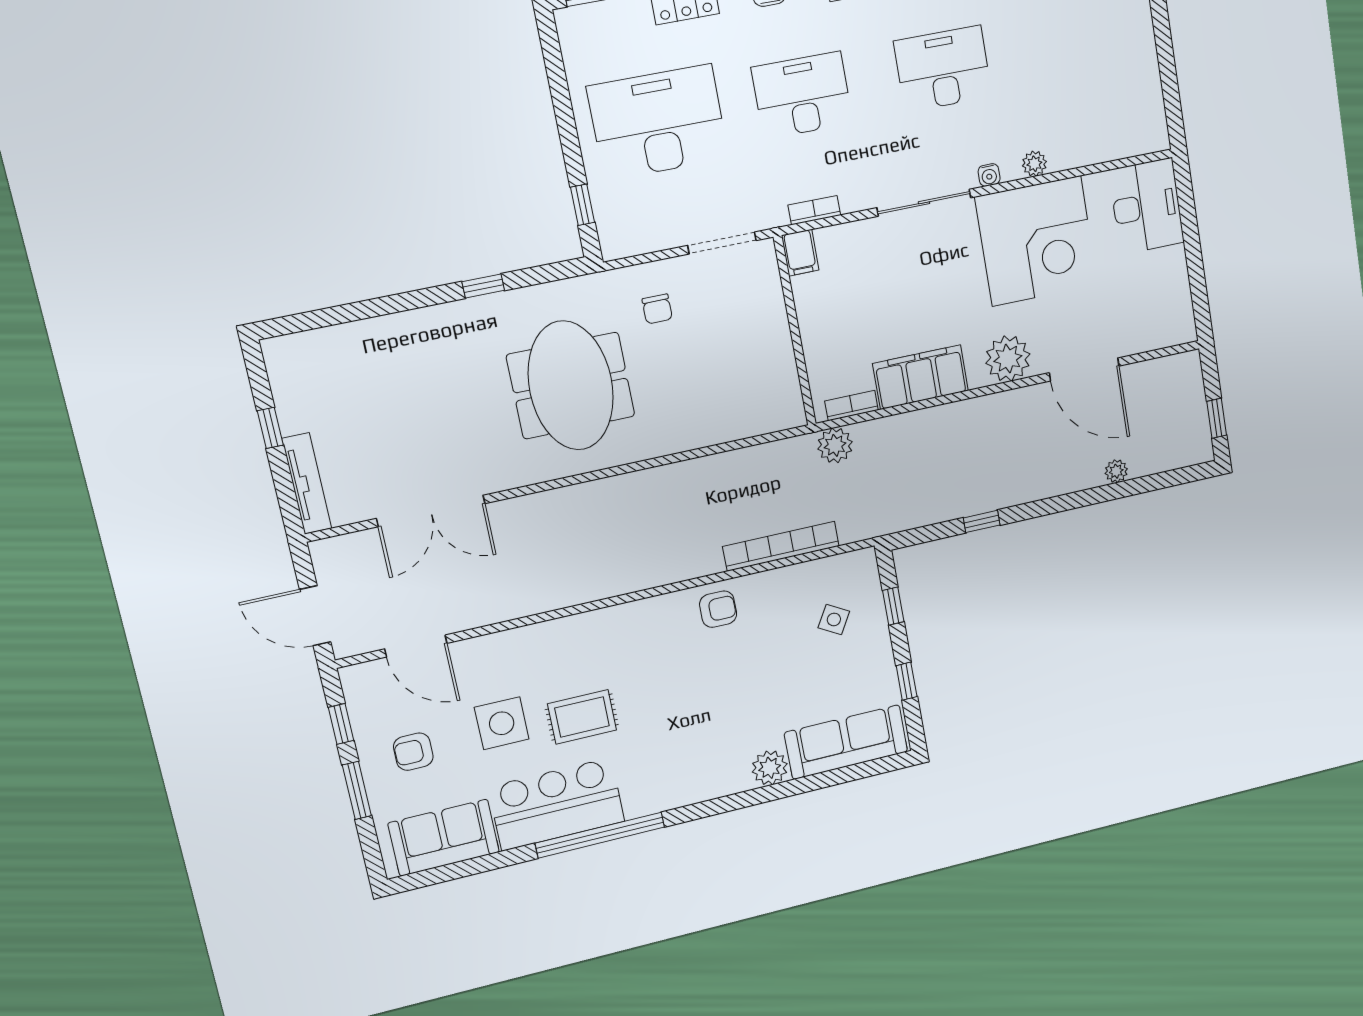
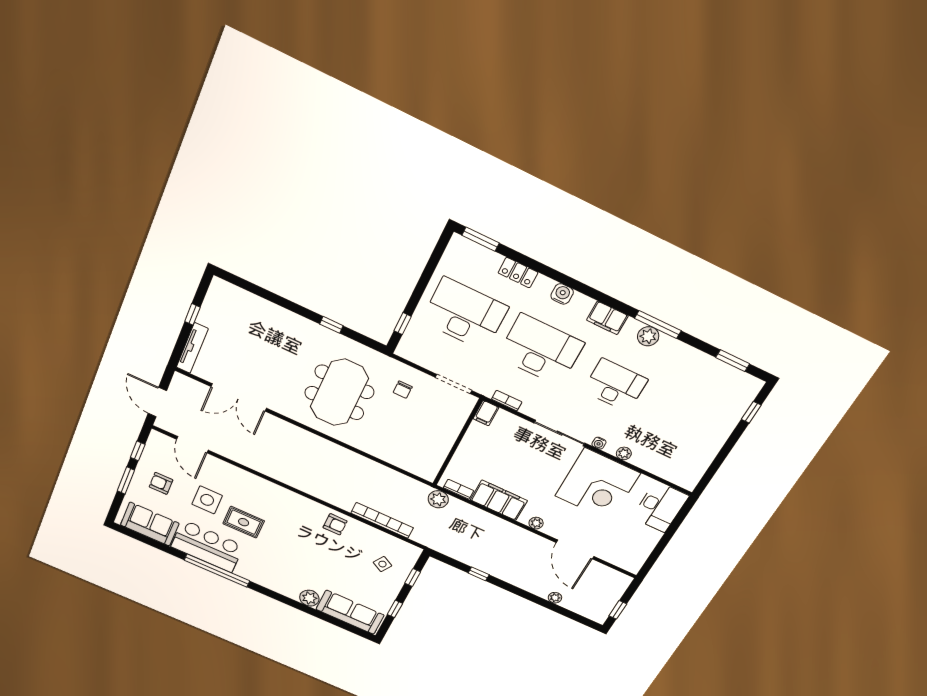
desk: (802, 95) -> (541, 350), width x1.36, depth x1.30
plant: (1008, 359) -> (536, 523), width x0.53, depth x0.53

